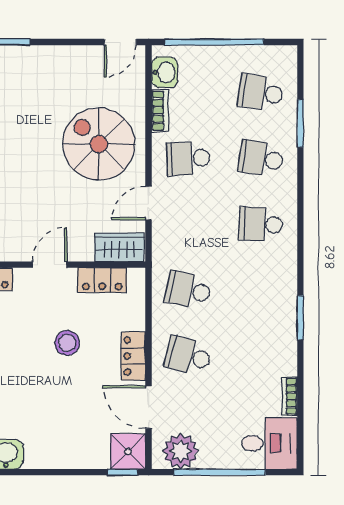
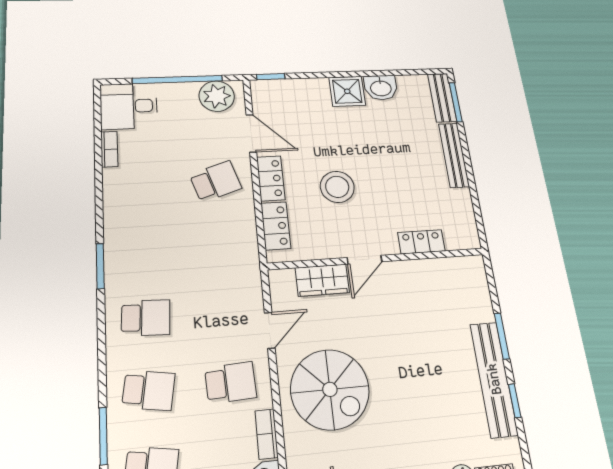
wardrobe: (119, 247) -> (322, 280), moved
locker: (102, 280) -> (276, 226), moved, turned 90
school desk: (188, 290) -> (220, 244), removed
window: (300, 318) -> (100, 266), moved
stool: (67, 343) -> (337, 187), width x1.38, depth x1.38
school desk: (188, 356) -> (216, 181), turned -33
shower: (128, 452) -> (347, 91), moved

